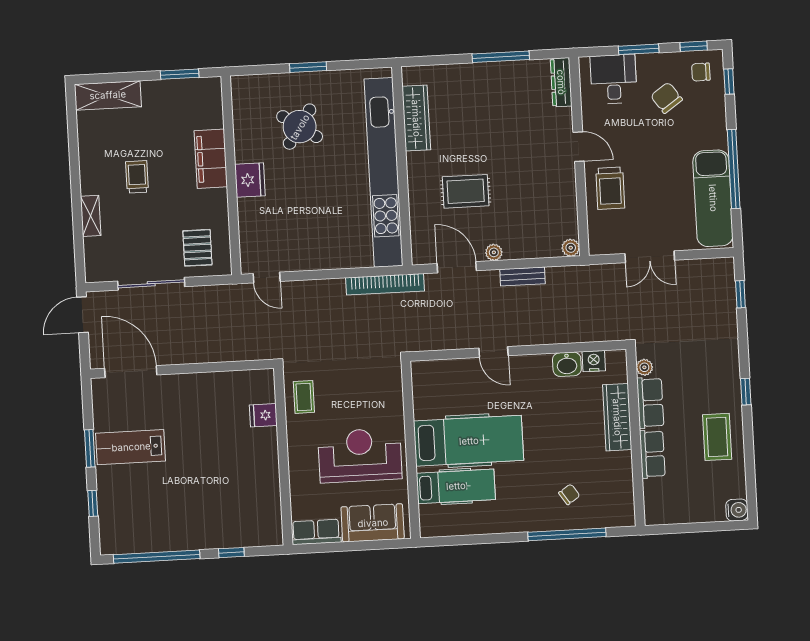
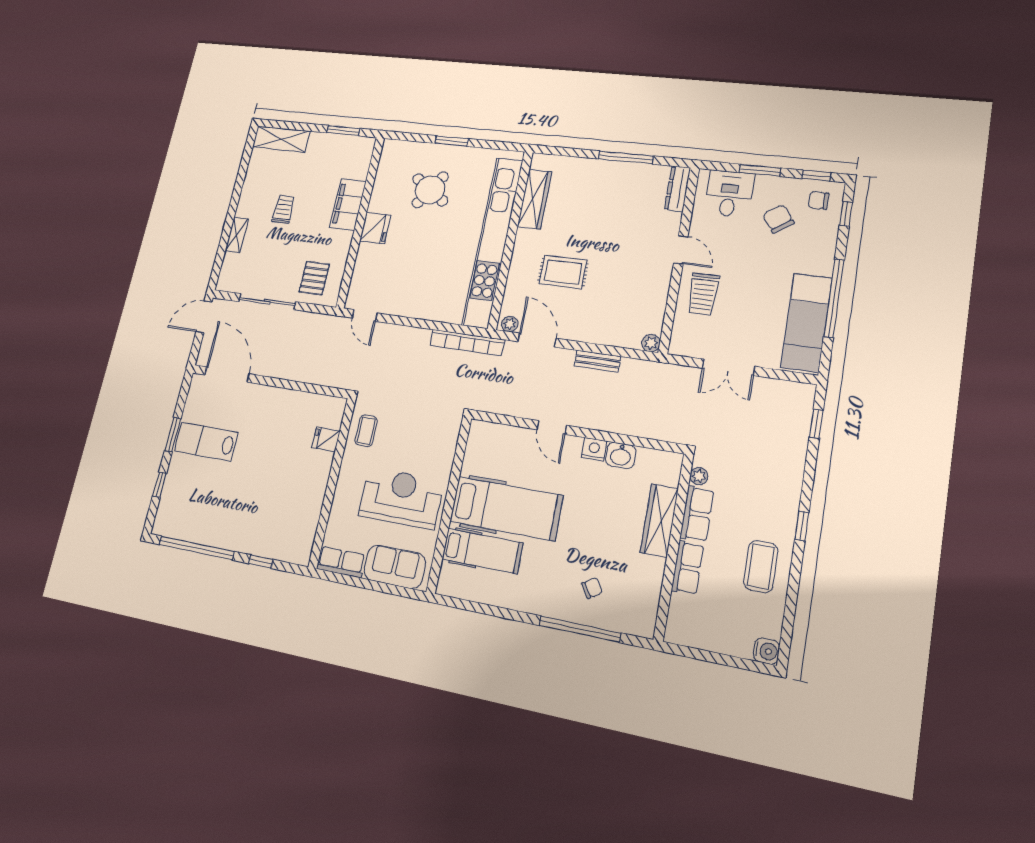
plant: (494, 252) -> (510, 324), moved
nightstand: (594, 361) -> (594, 449), moved

